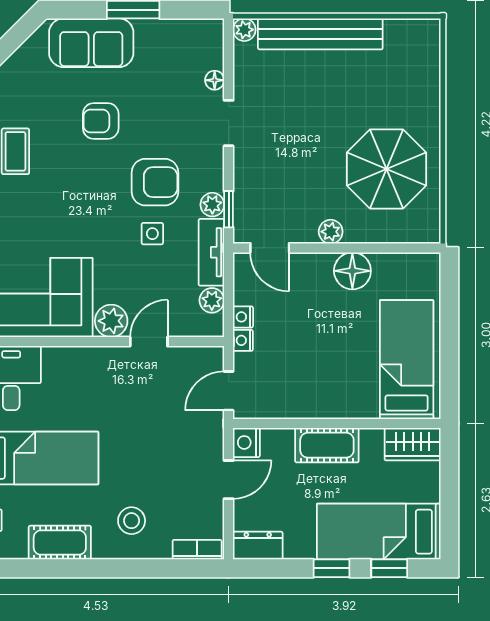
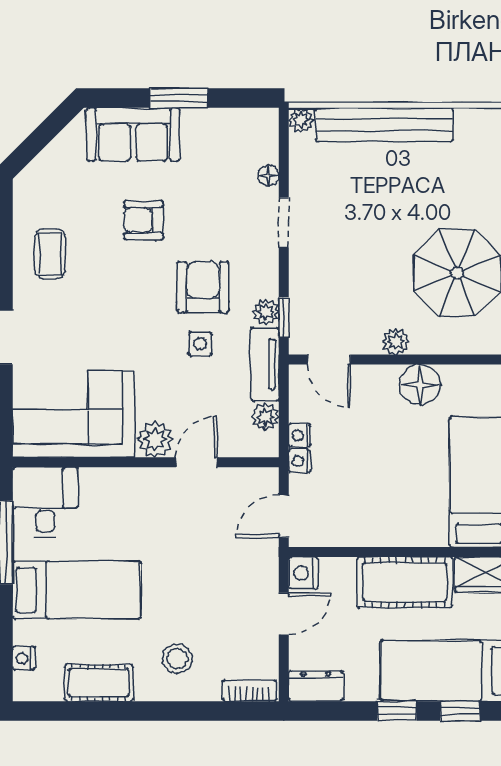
armchair: (155, 182) -> (203, 287), turned -90
cot: (327, 445) -> (405, 582), width x1.37, depth x1.34

